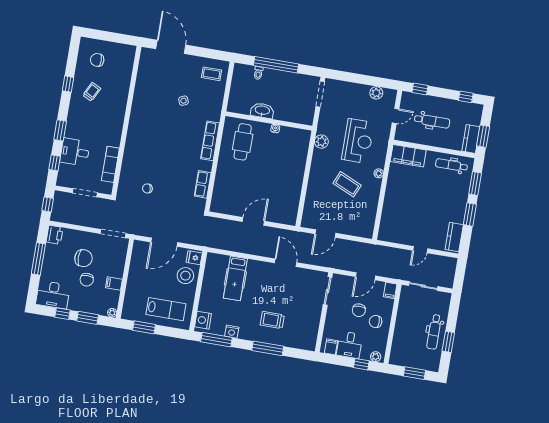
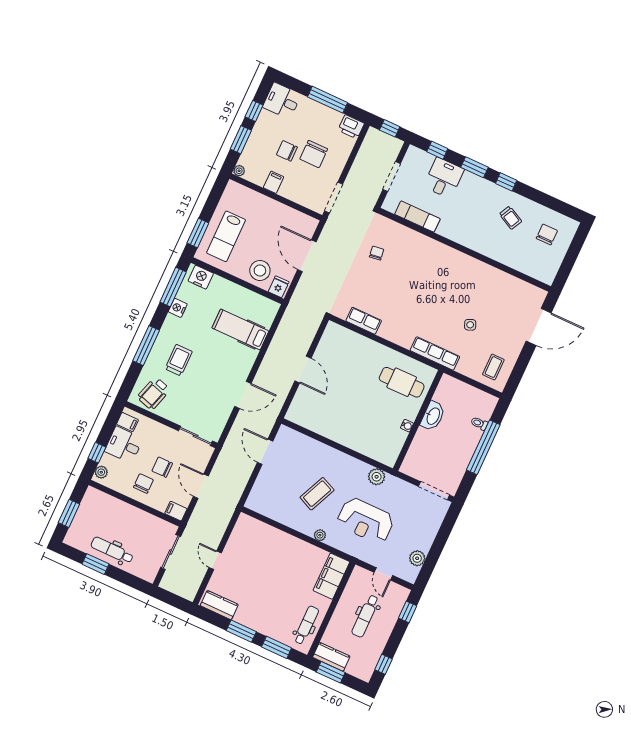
window: (68, 84) -> (506, 182), moved
row of seats: (210, 141) -> (435, 353), moved
desk: (53, 295) -> (282, 101), width x0.73
window: (144, 327) -> (198, 233), moved
wheelchair: (303, 332) -> (154, 393), added

